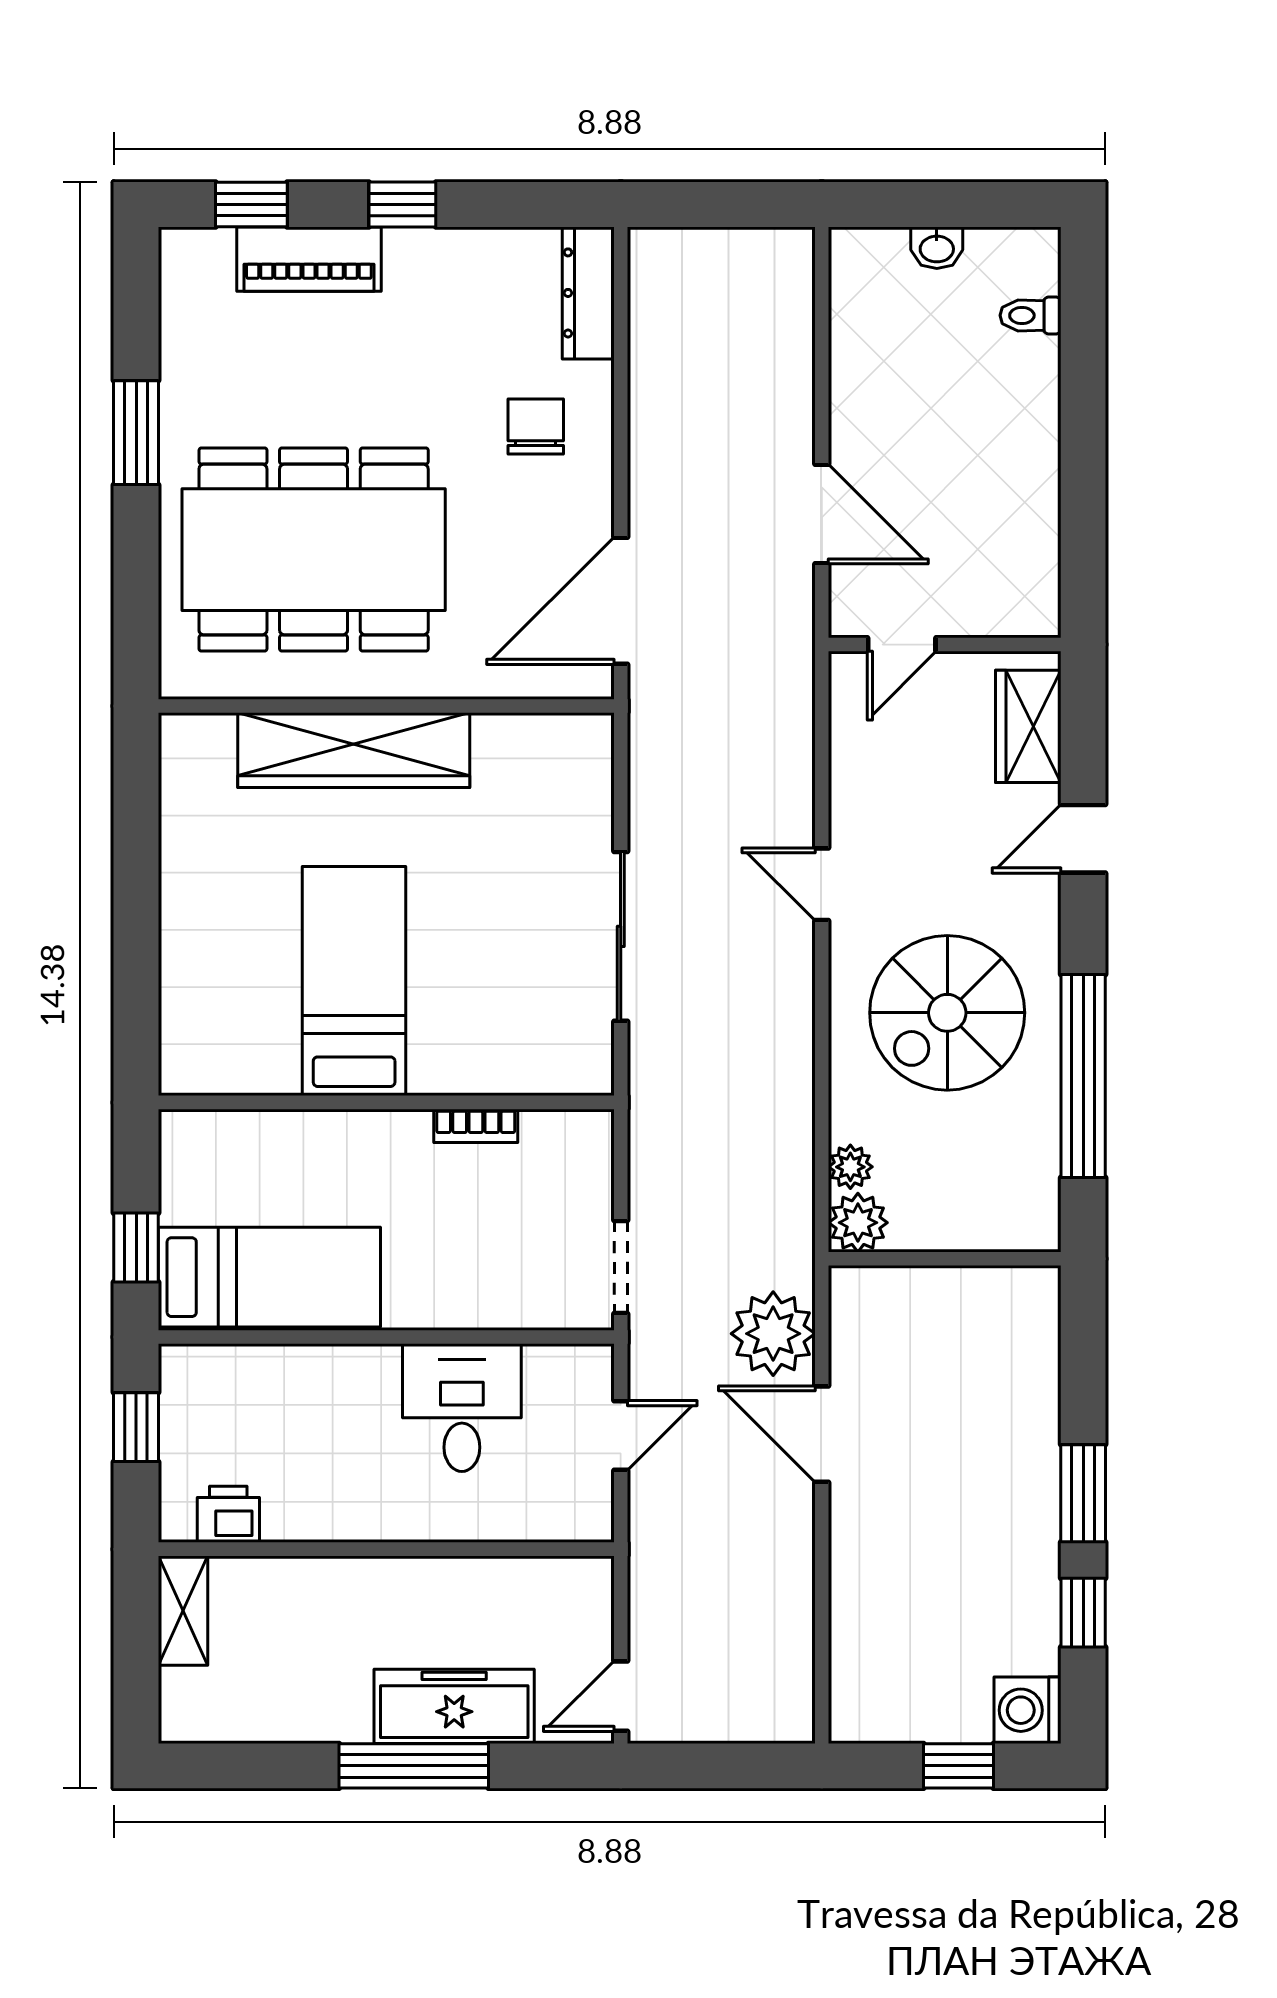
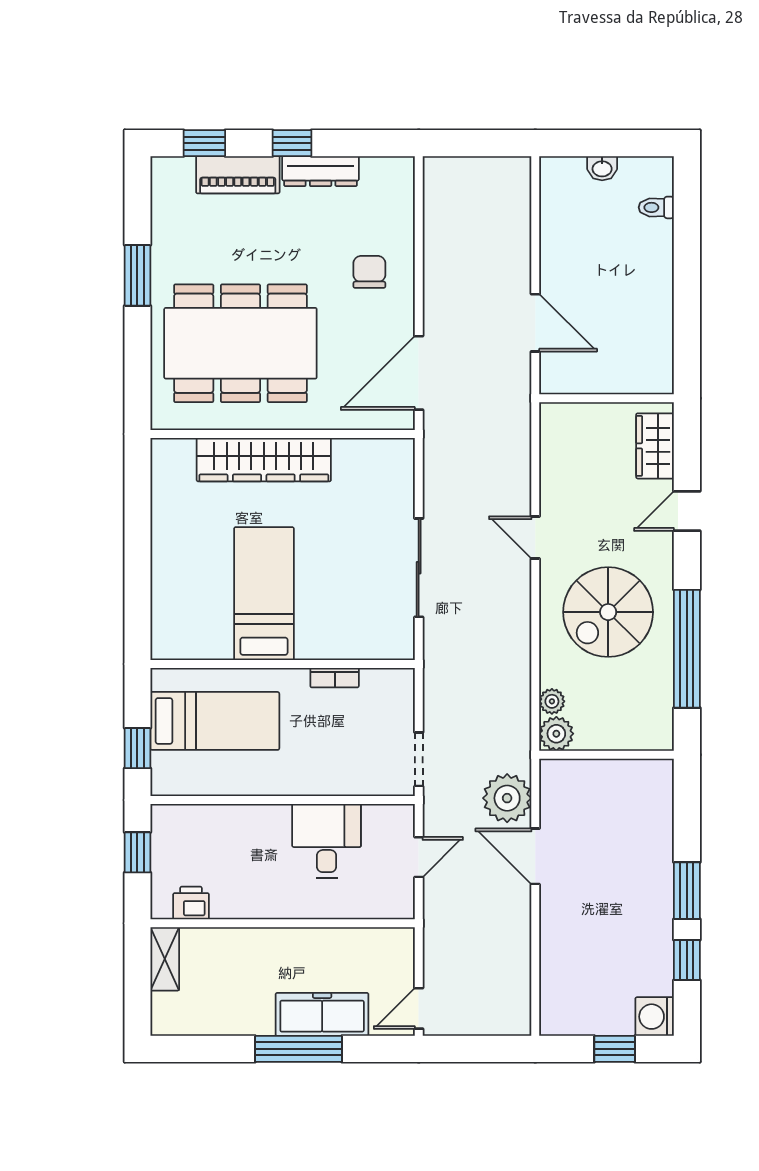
dresser: (588, 293) -> (321, 171), moved, turned -90
door: (902, 645) -> (582, 398), removed
bed: (269, 1277) -> (215, 721), moved

